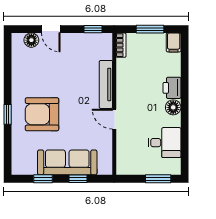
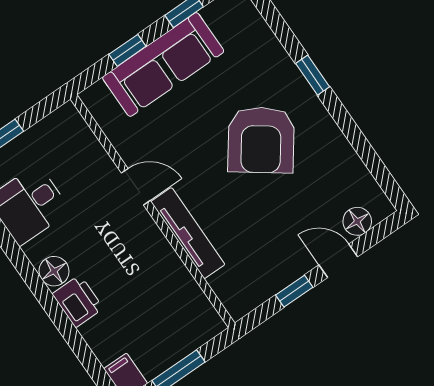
window: (93, 29) -> (294, 291), moved
bookcase: (121, 45) -> (207, 313), removed
armchair: (42, 114) -> (261, 140), moved, turned 126

